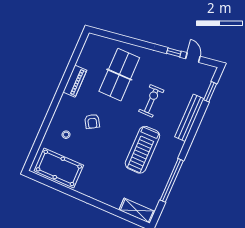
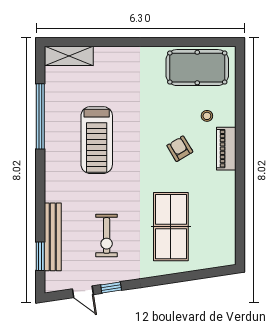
piano: (75, 81) -> (226, 149), moved
exercise bike: (151, 101) -> (107, 235), moved
bench: (189, 118) -> (53, 237), moved
treadmill: (142, 150) -> (97, 140), turned 180

